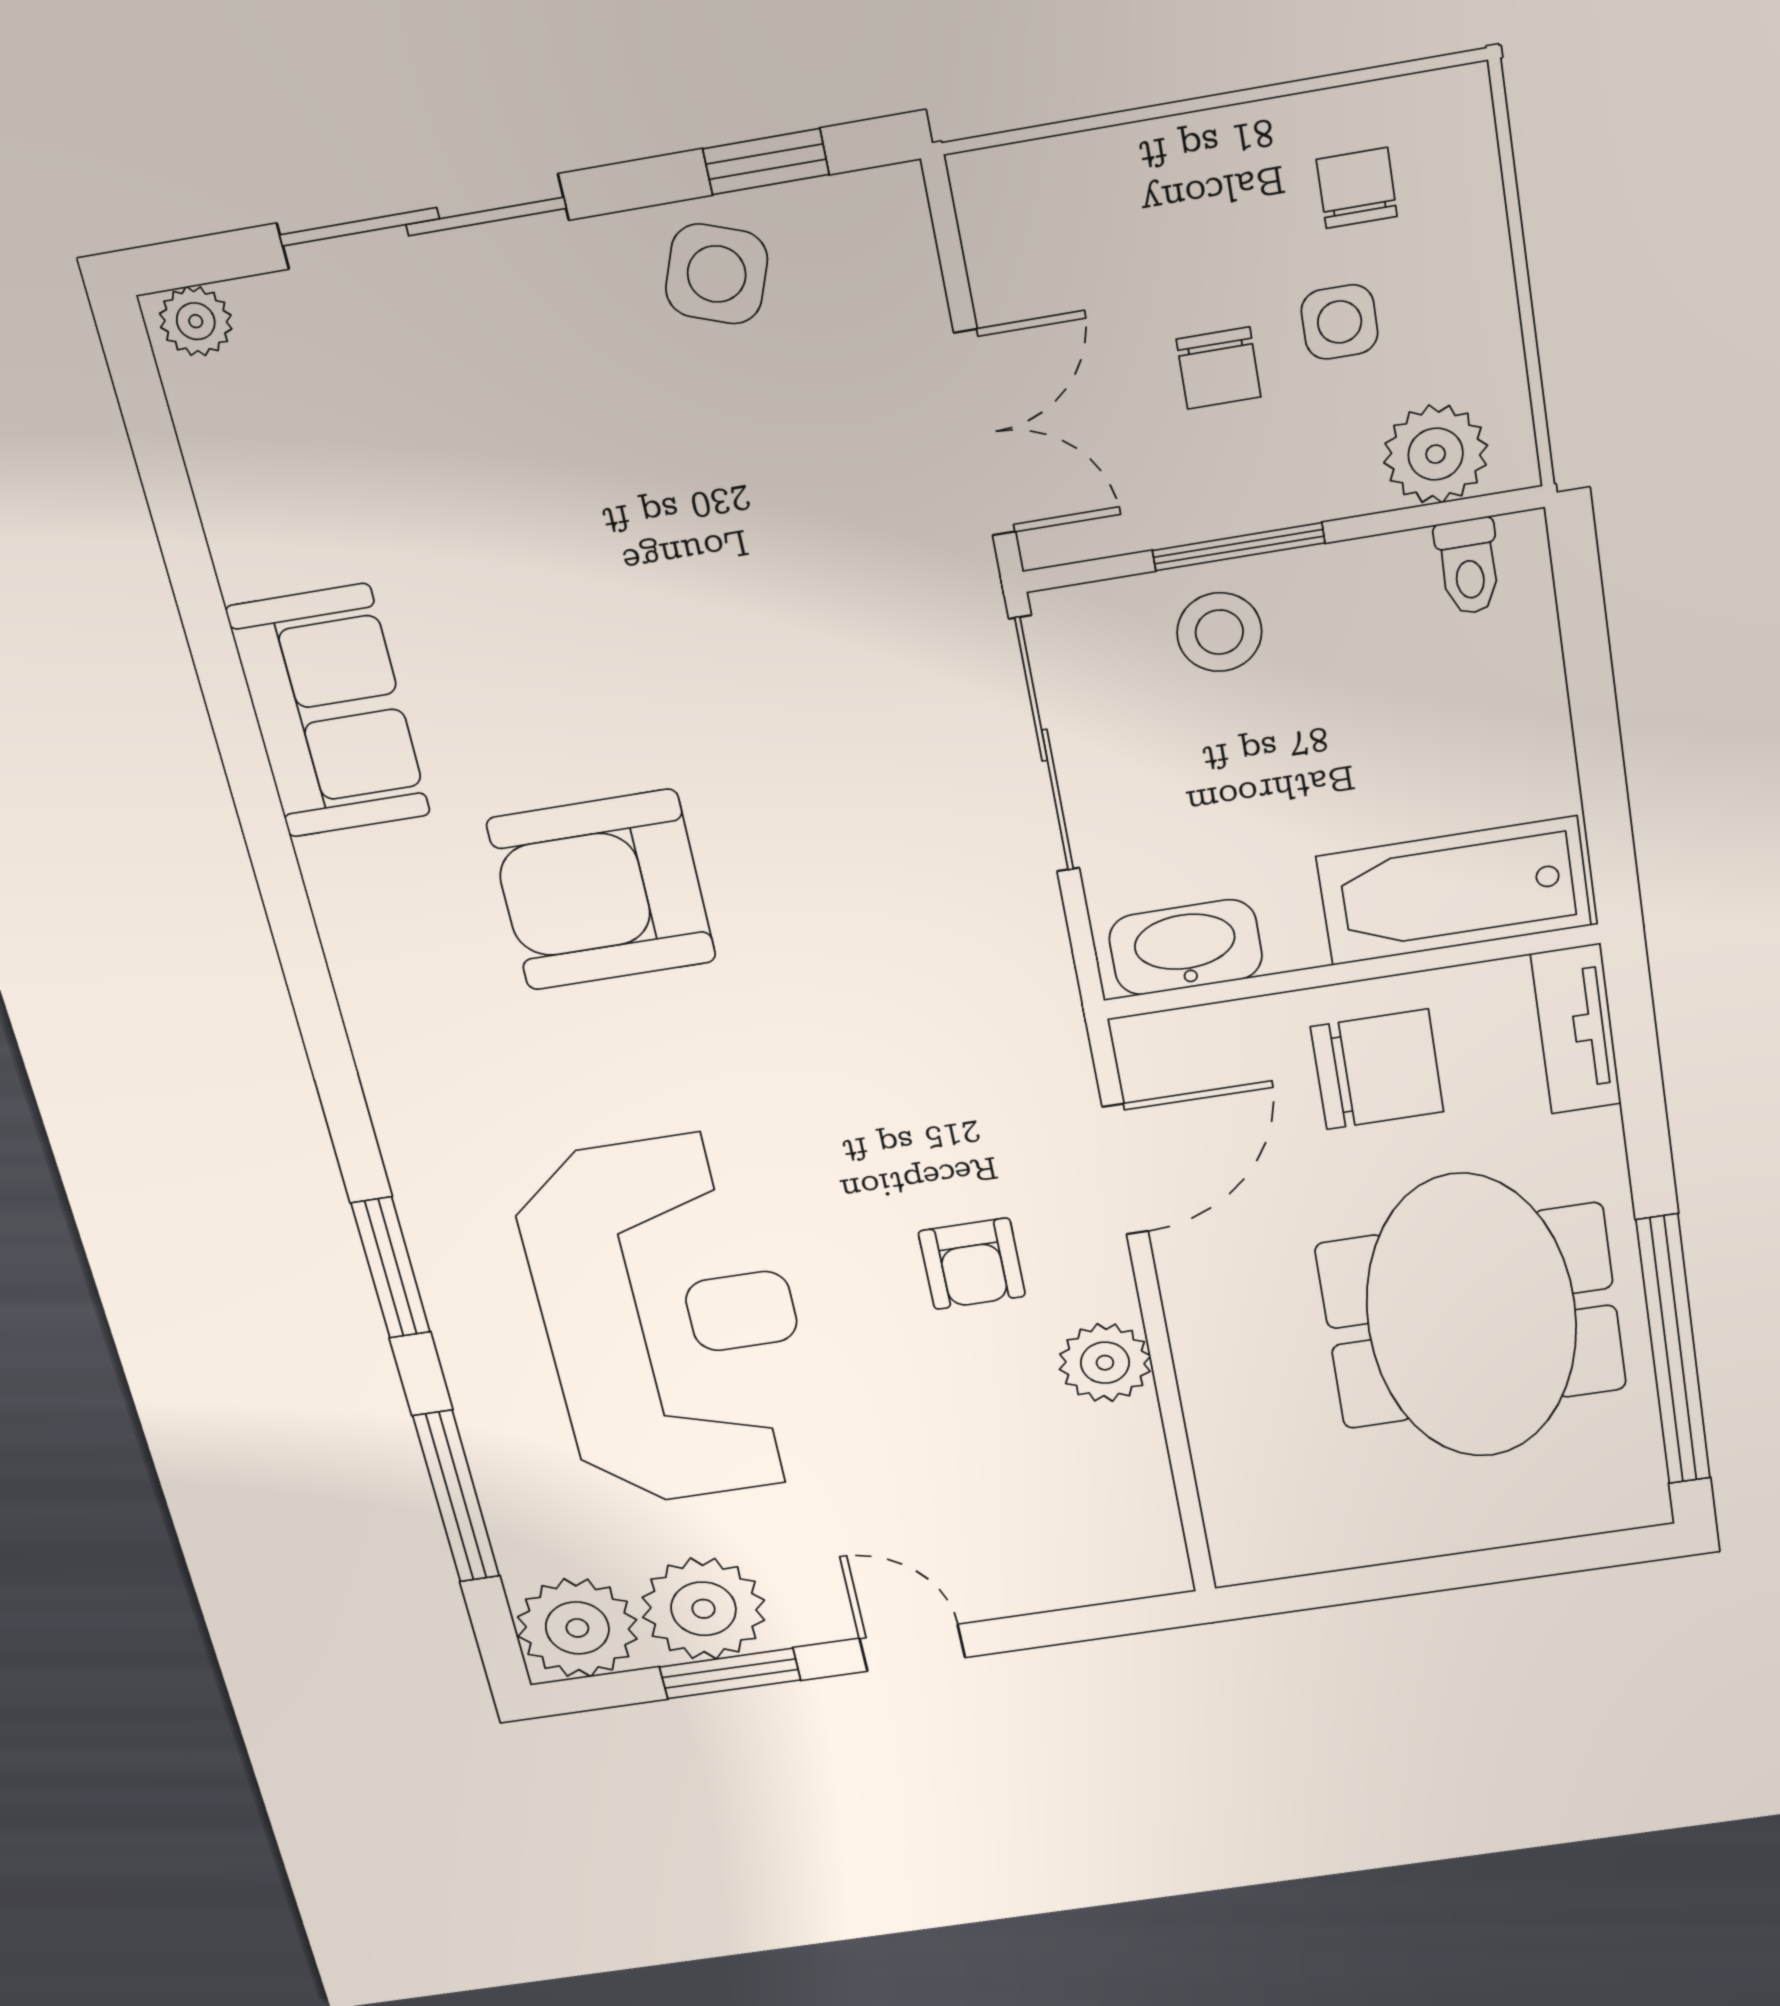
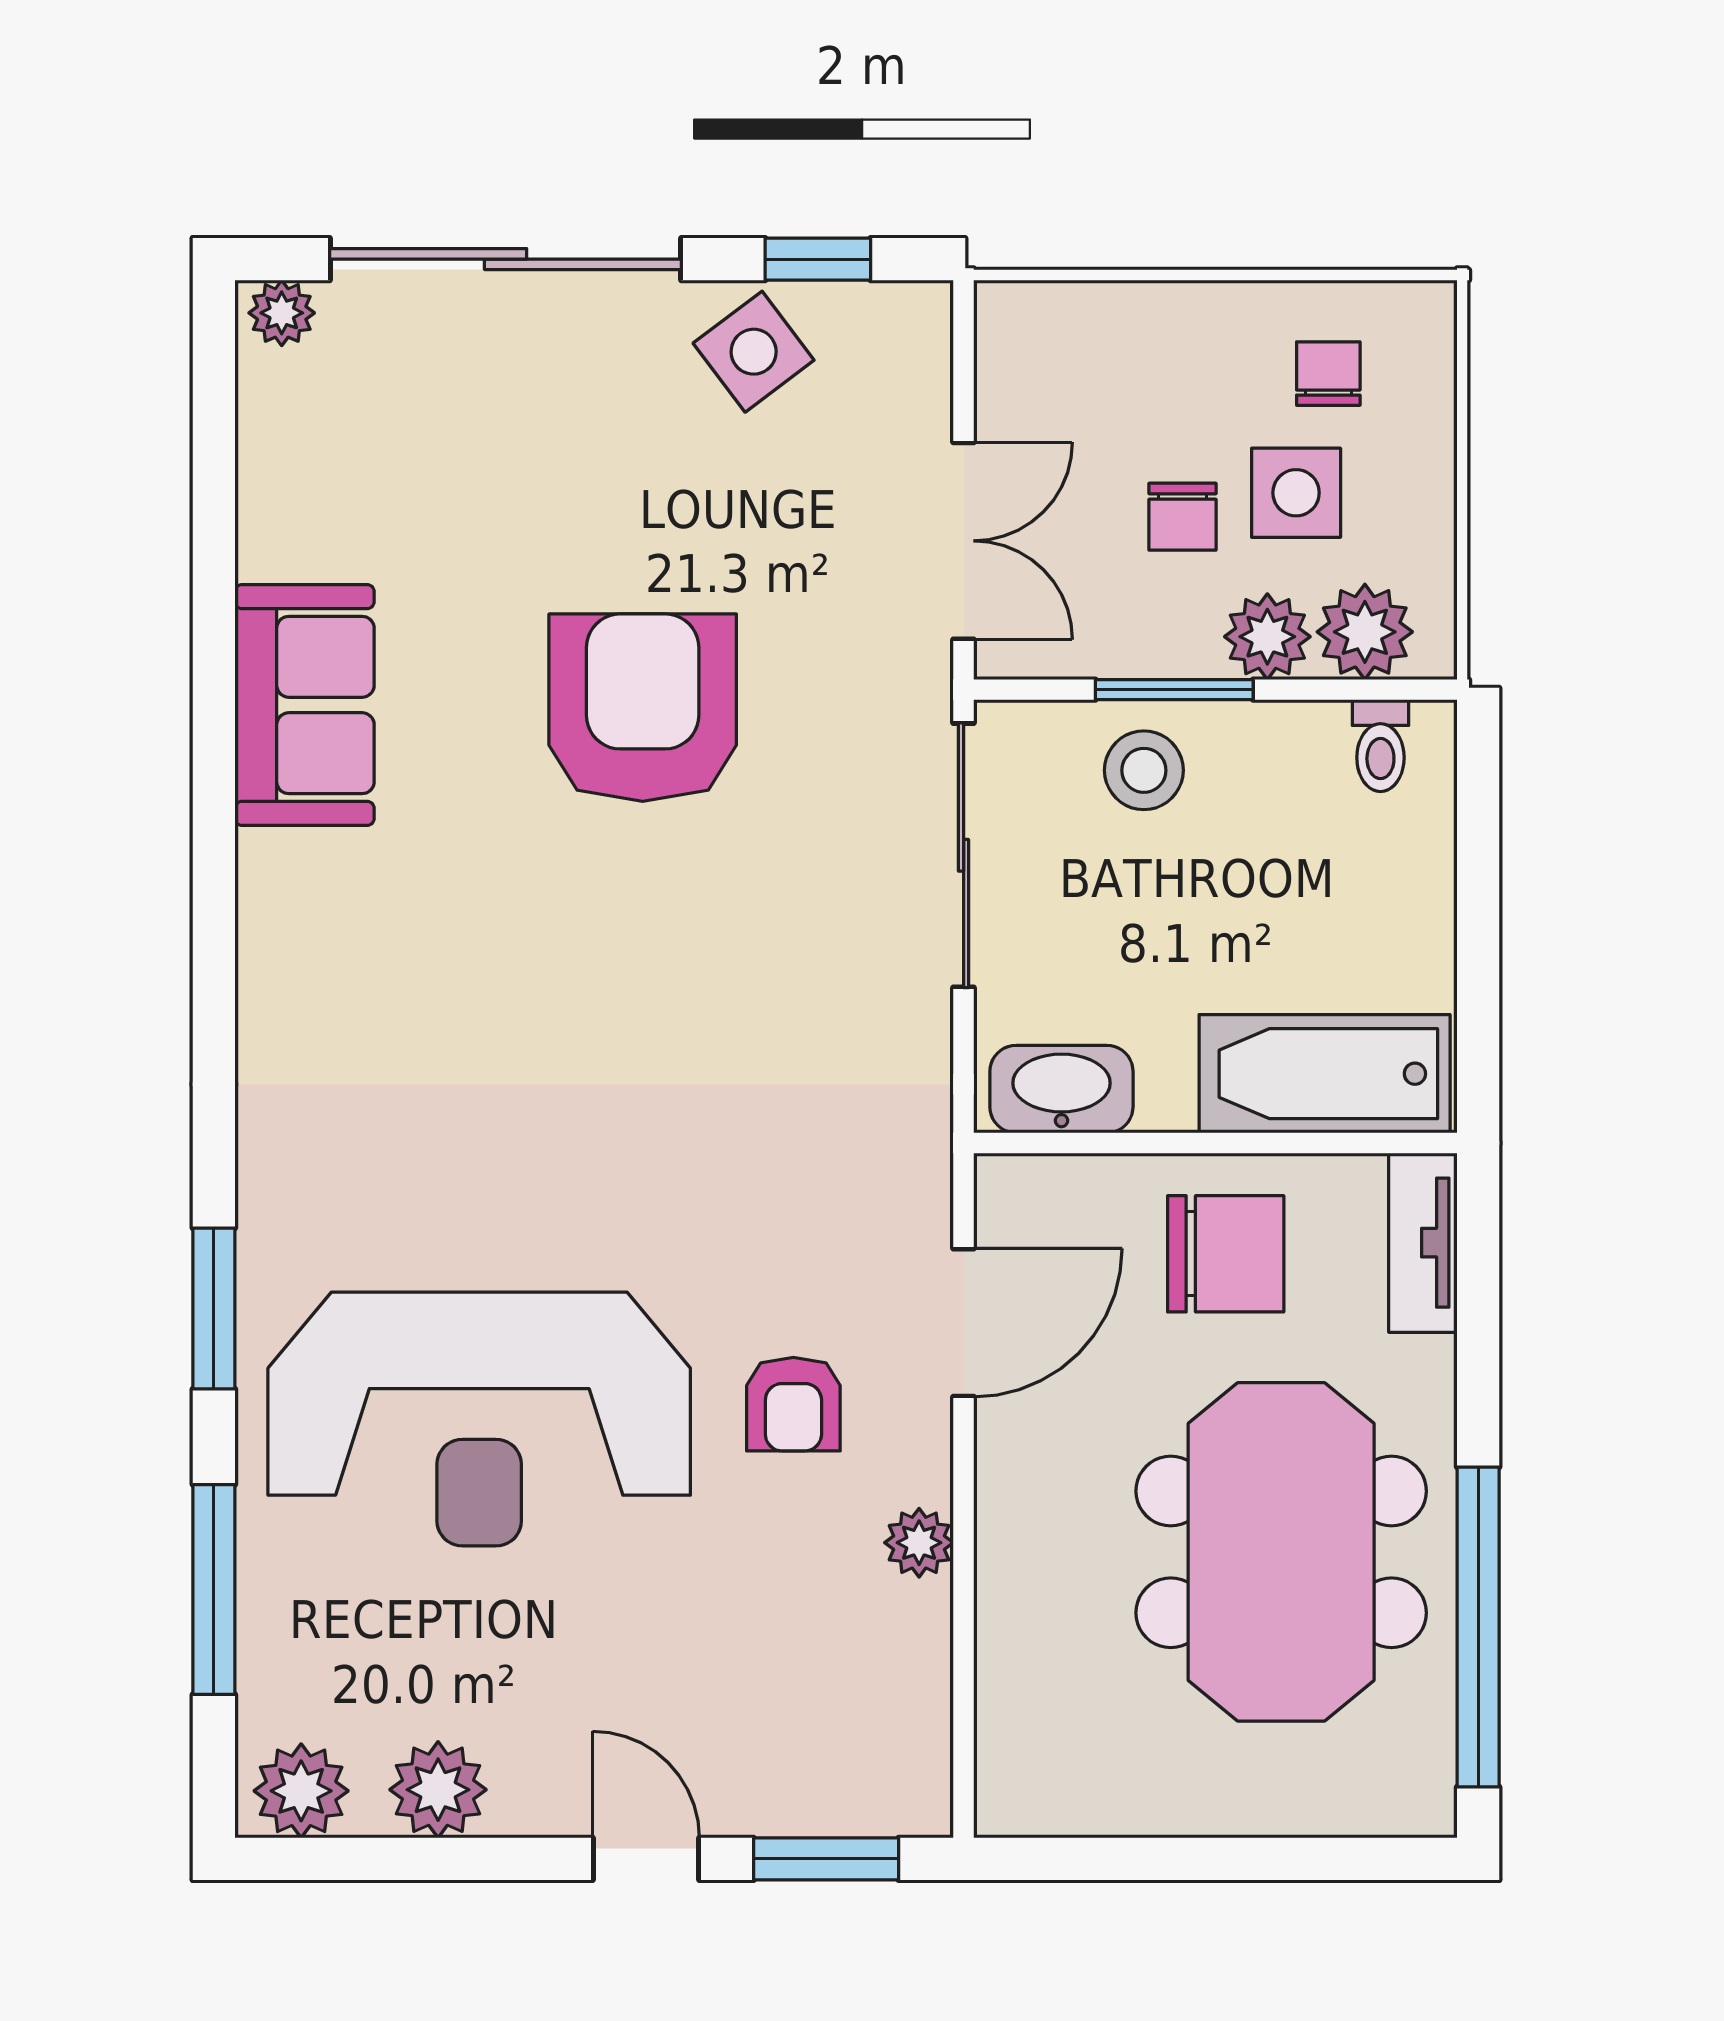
sliding door: (423, 222) -> (506, 259), width x1.36
side table: (717, 274) -> (754, 352), turned 33
side table: (1340, 322) -> (1296, 493), width x1.37, depth x1.37
plant: (1330, 477) -> (1267, 637), added
armchair: (602, 890) -> (643, 708), moved, turned 90
reception desk: (671, 1322) -> (479, 1419), turned 90
plant: (1105, 1363) -> (919, 1543), width x0.73, depth x0.73
plant: (703, 1609) -> (438, 1790), width x0.73, depth x0.73
plant: (577, 1628) -> (301, 1791), width x0.73, depth x0.73
window: (730, 1674) -> (826, 1859), moved

